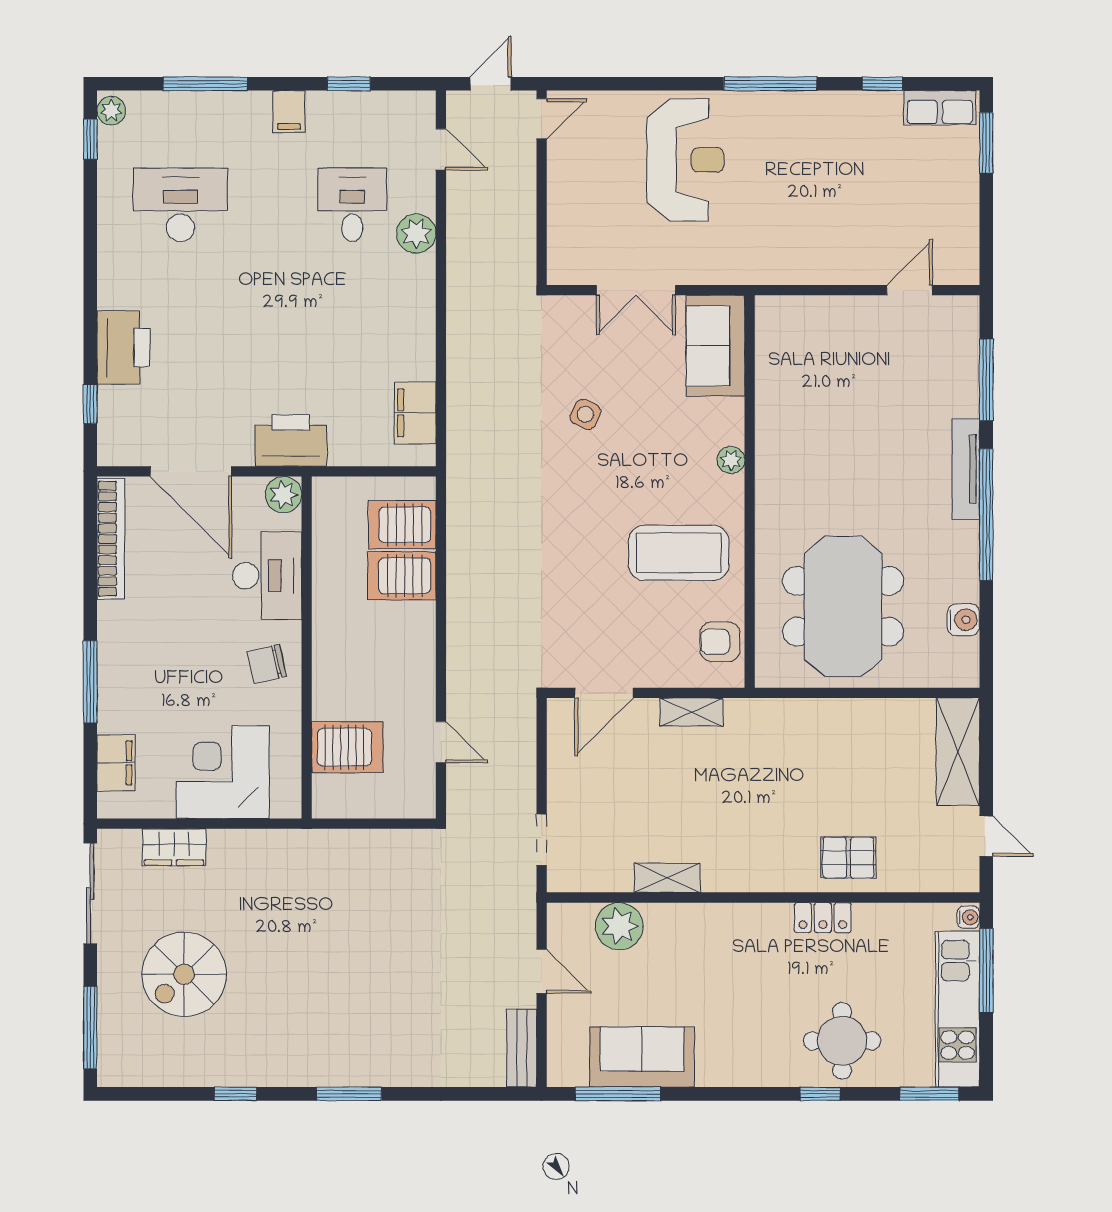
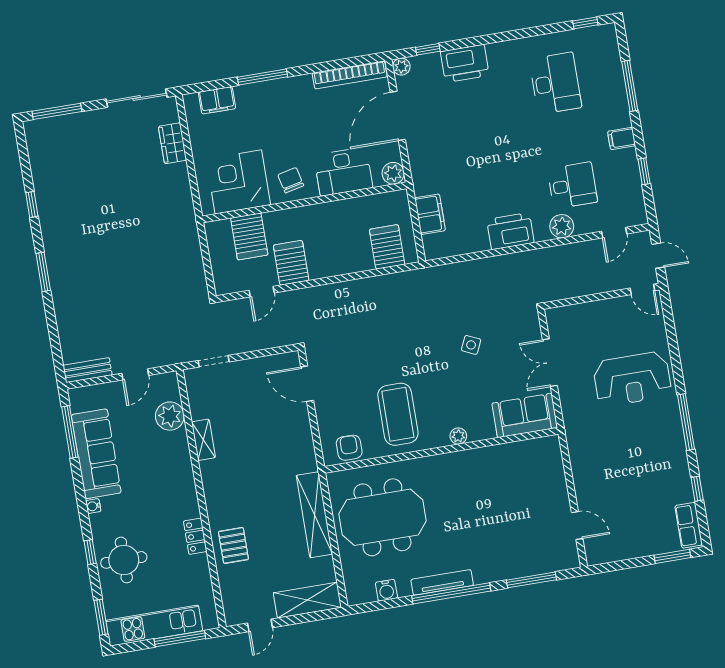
plant: (111, 111) -> (401, 67), moved
filing cabinet: (415, 413) -> (430, 214), moved, turned 90
printer: (291, 441) -> (510, 231), moved, turned -90
tv unit: (966, 469) -> (442, 582), moved
server rack: (402, 576) -> (291, 263), moved
shelving: (691, 712) -> (314, 515), moved, width x2.20, depth x1.33
corner desk: (223, 772) -> (238, 182), moved, turned -90
water cooler: (968, 917) -> (93, 506), moved, turned 90
spiral stairs: (184, 974) -> (98, 162), removed
sofa: (642, 1057) -> (96, 454), width x1.36

